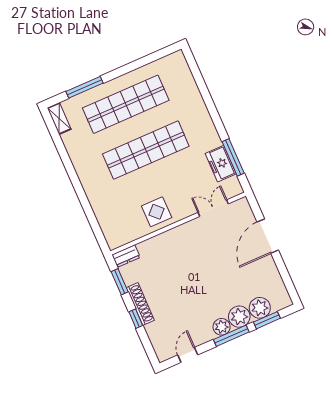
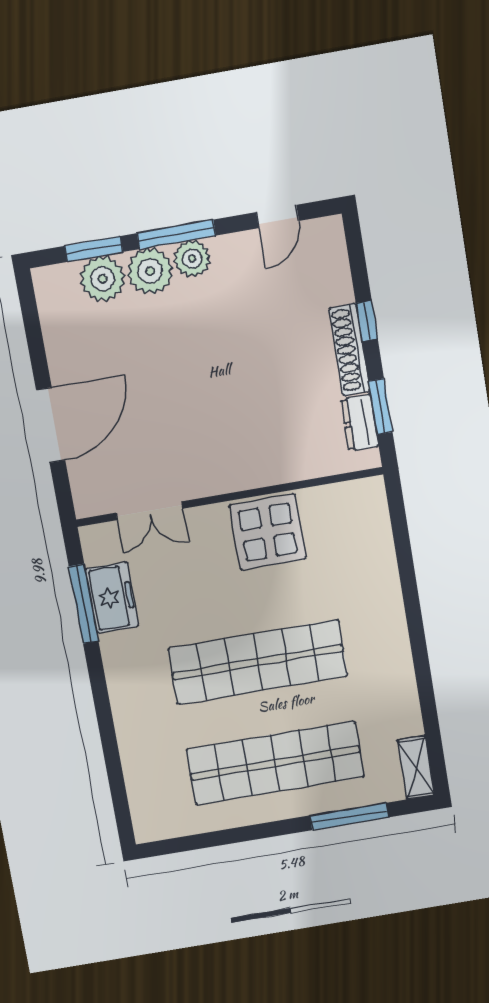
display table: (157, 212) -> (268, 532), width x1.36, depth x1.36
dresser: (126, 256) -> (360, 423), moved, turned -90

